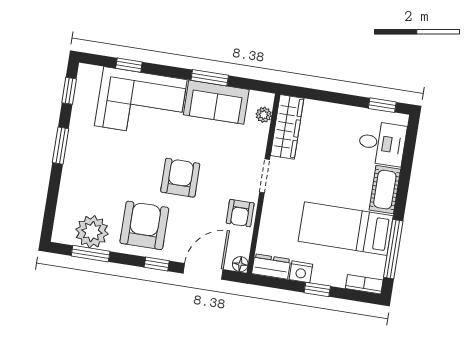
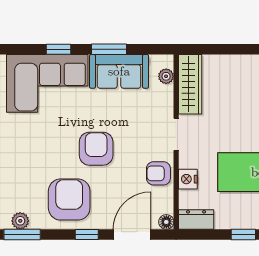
window: (129, 65) -> (58, 49), moved
armchair: (240, 213) -> (158, 173), turned 90
plant: (92, 232) -> (20, 221), width x0.53, depth x0.53
nightstand: (301, 272) -> (188, 179), moved, turned 90

